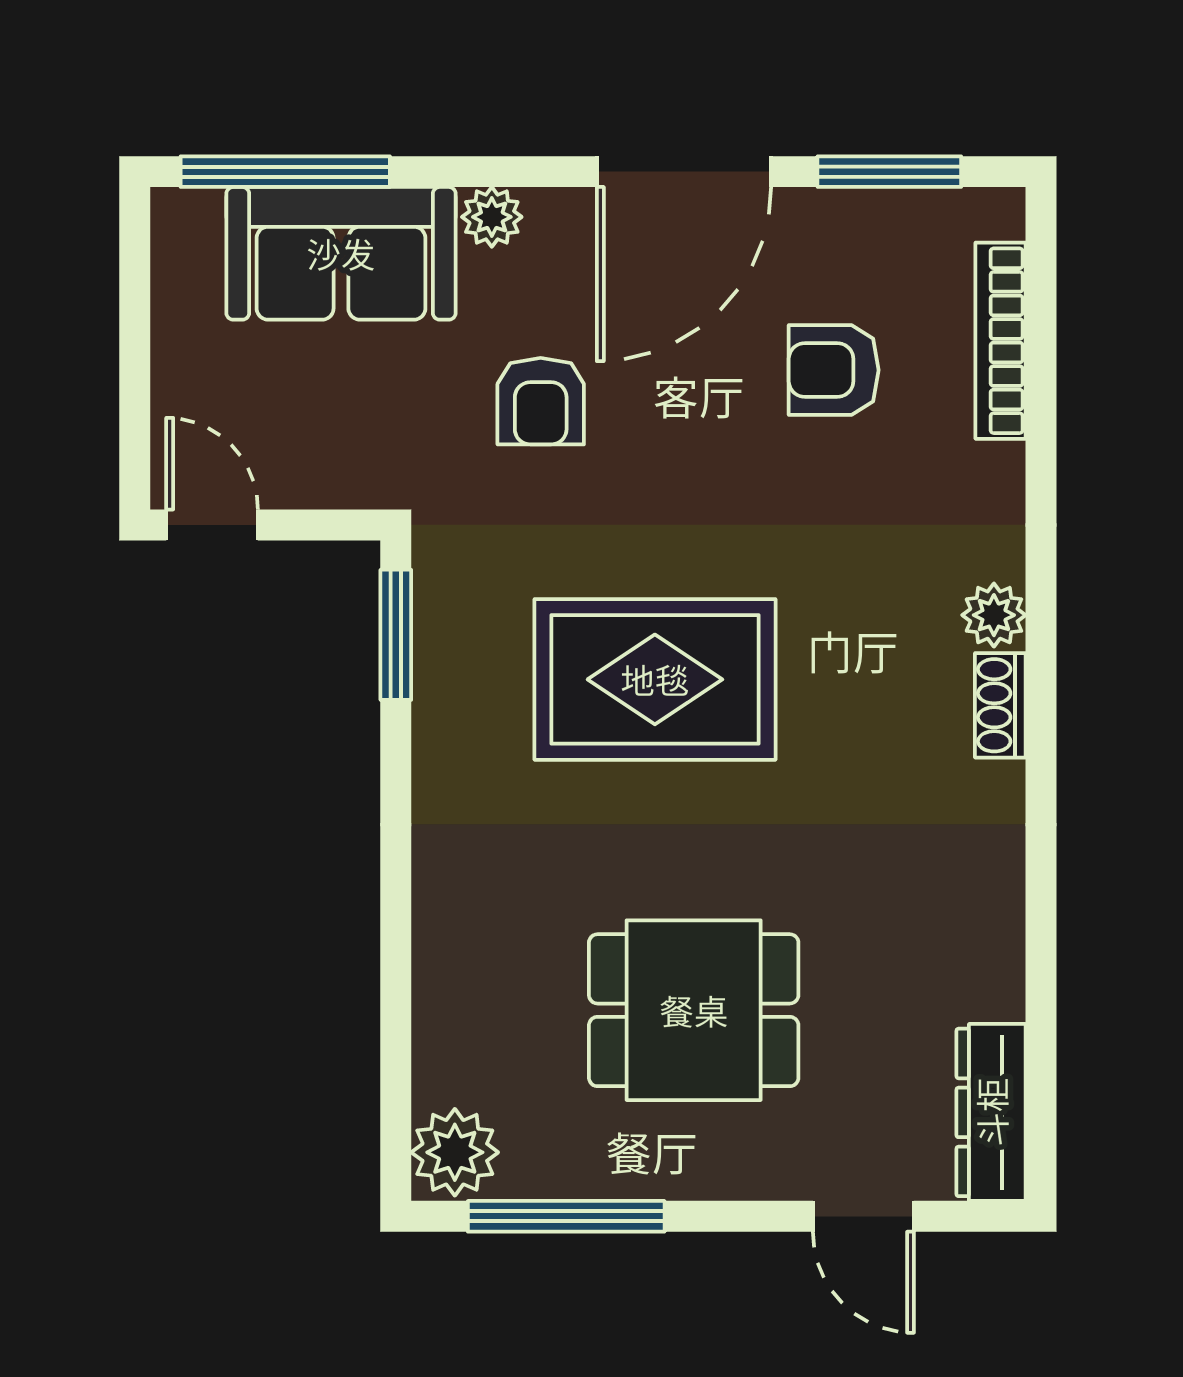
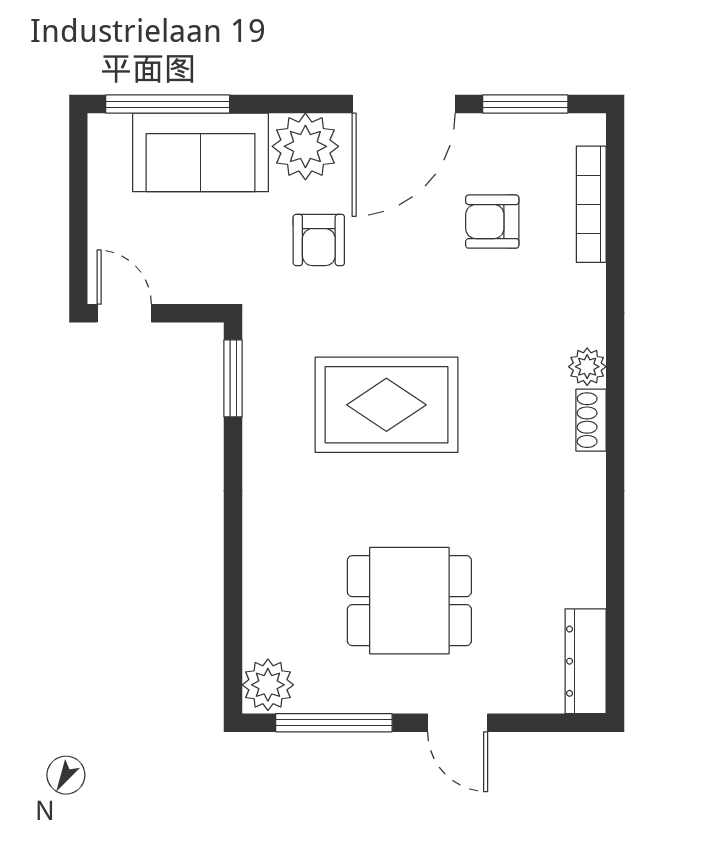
plant: (492, 217) -> (305, 146), width x1.88, depth x1.88
door: (863, 1216) -> (458, 723), moved

